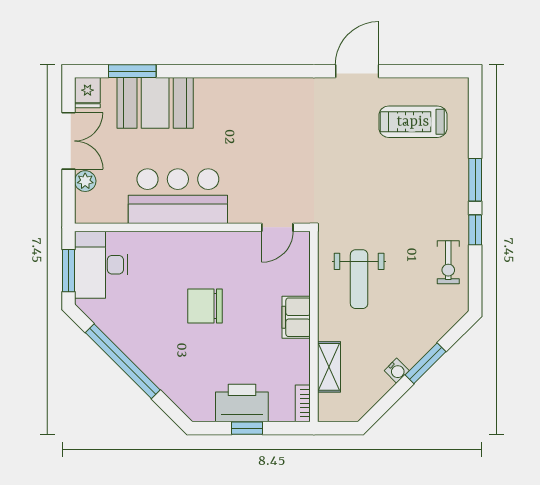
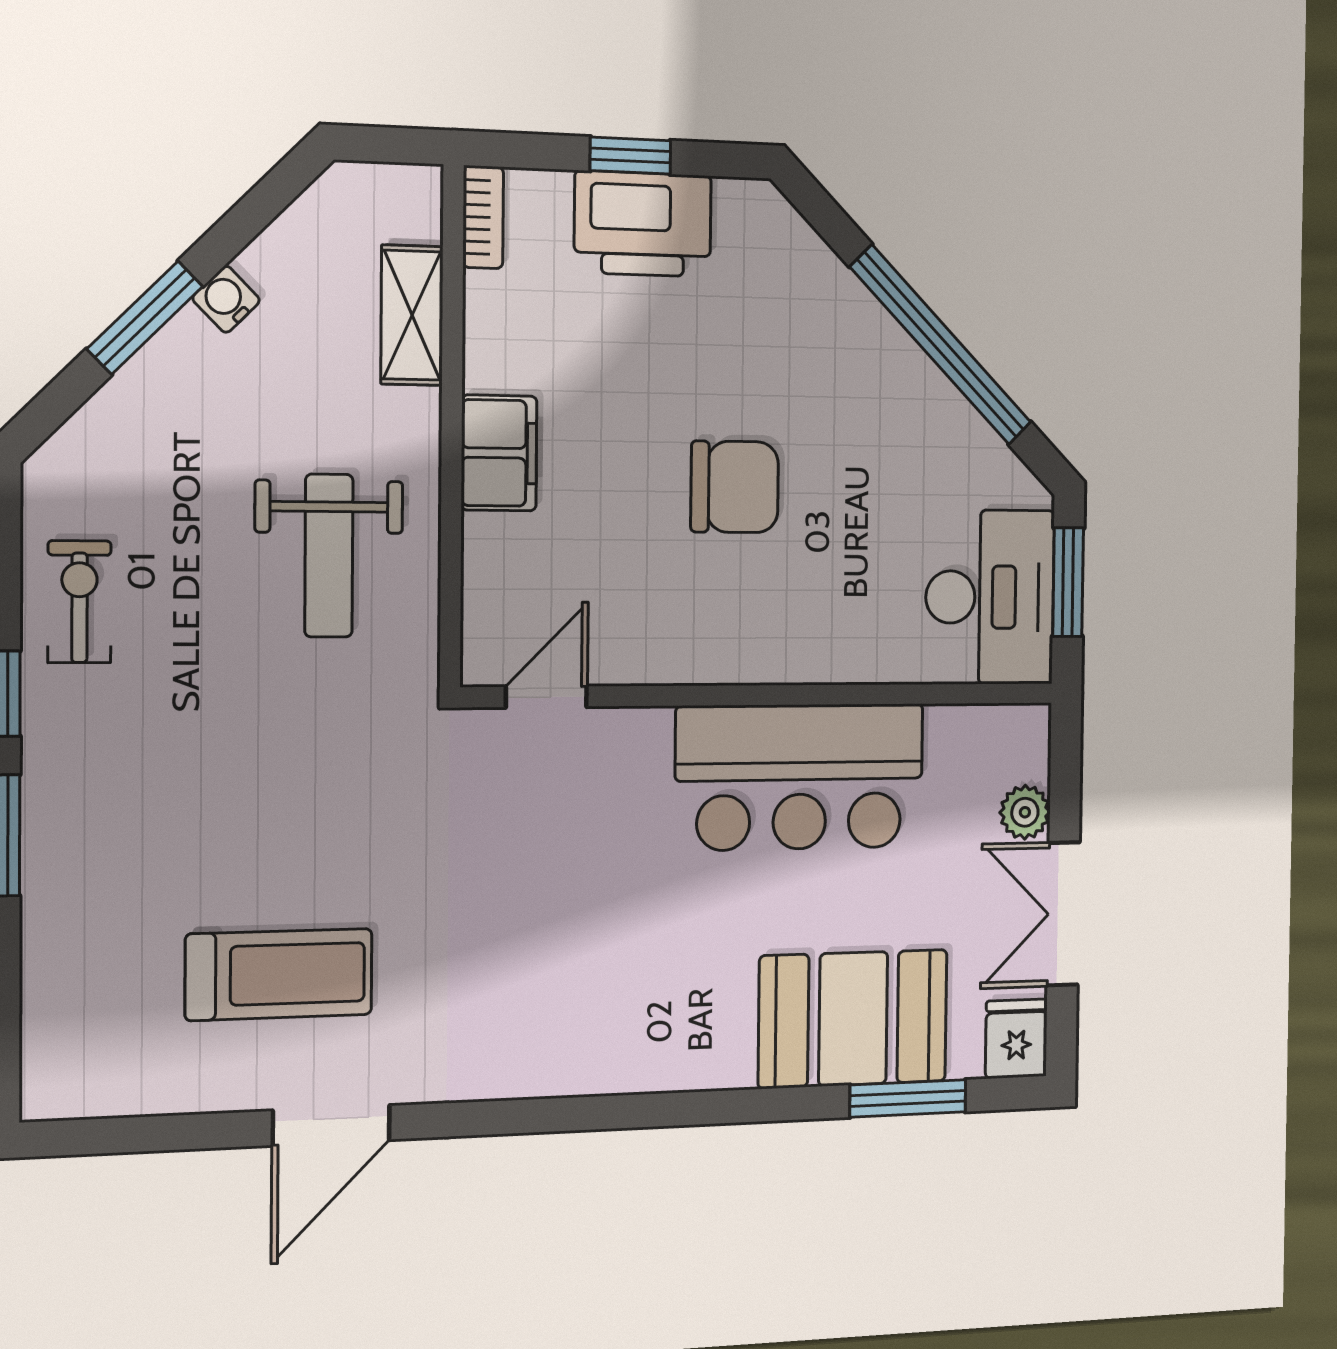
treadmill: (413, 122) -> (279, 974), moved
weight bench: (359, 279) -> (329, 556), turned 180

